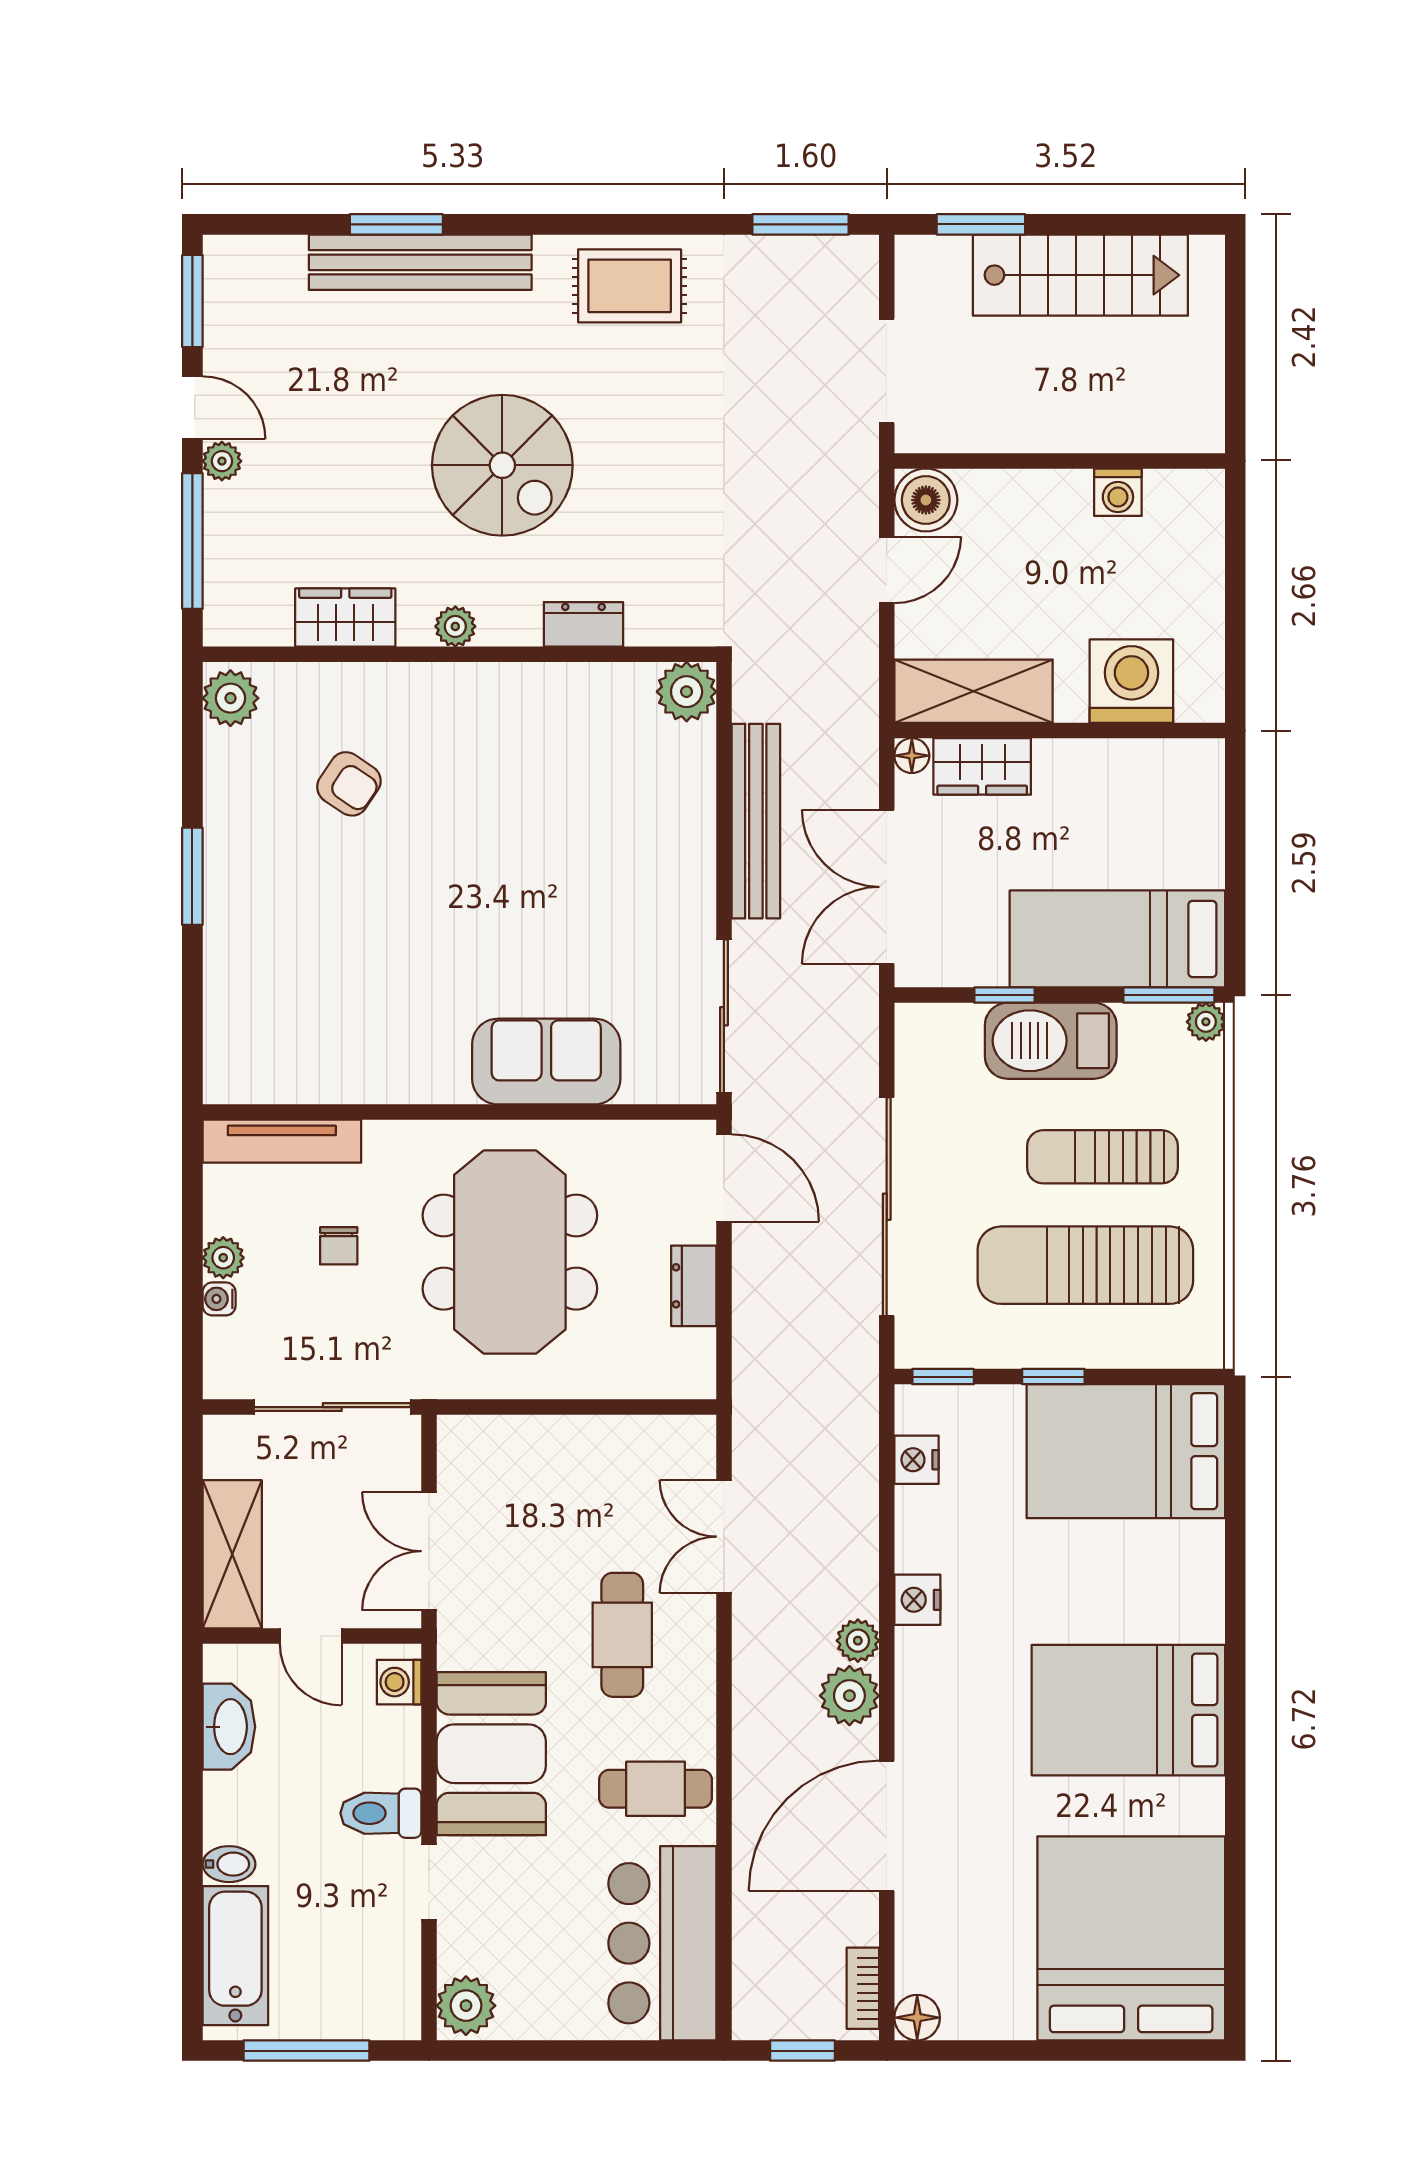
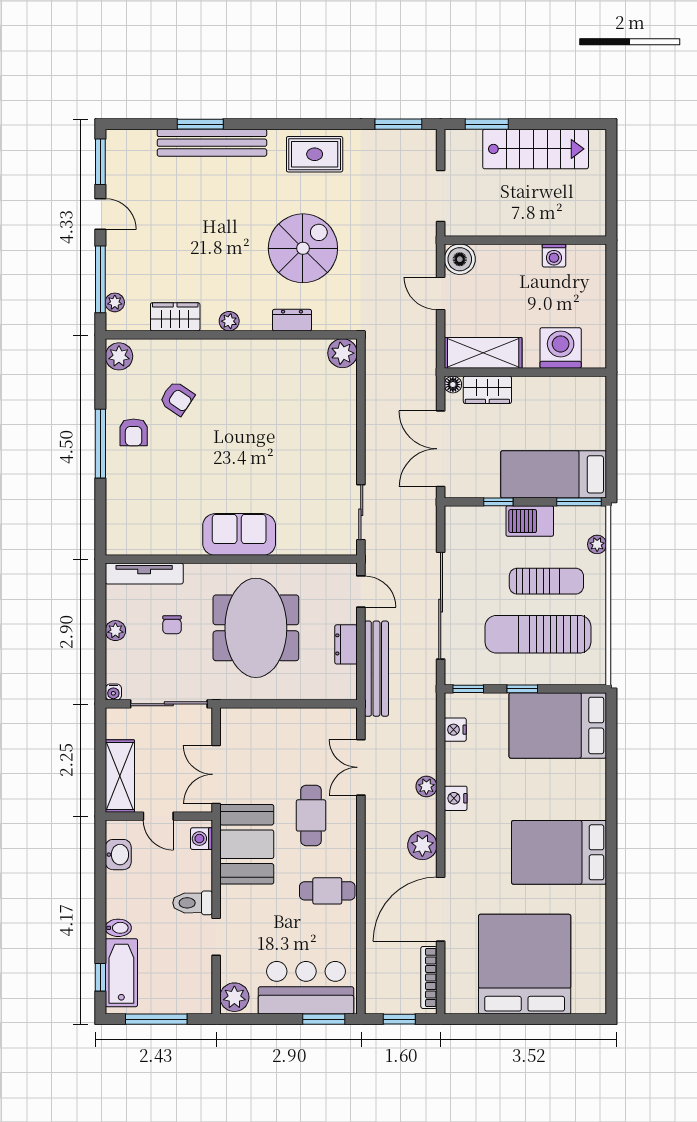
plant: (222, 461) -> (115, 302), moved
spiral stairs: (502, 465) -> (303, 248), moved, turned -90
door: (887, 570) -> (441, 293), swing flipped
bench: (756, 821) -> (376, 669), moved
armchair: (260, 853) -> (134, 432), added
window: (192, 876) -> (100, 444), width x1.44
sliding door: (724, 1016) -> (361, 512), width x0.73
plant: (1206, 1022) -> (597, 544), moved
barbecue: (1051, 1041) -> (530, 521), width x0.73, depth x0.83
sofa: (546, 1062) -> (239, 534), moved
sun lounger: (1103, 1157) -> (546, 581), turned 180
door: (724, 1178) -> (361, 592), width x0.73
water cooler: (219, 1299) -> (113, 692), moved, turned -90
plant: (858, 1641) -> (426, 786), moved
washbasin: (229, 1727) -> (118, 855), width x0.72
booth: (491, 1754) -> (247, 844), moved
bed: (1131, 1938) -> (525, 964), moved
bar counter: (662, 1943) -> (306, 988), moved, turned 90
window: (192, 1965) -> (100, 977), added
bookcase: (863, 1988) -> (429, 977), width x1.56
floor lamp: (917, 2018) -> (456, 1003), removed
window: (648, 2051) -> (324, 1019), added

